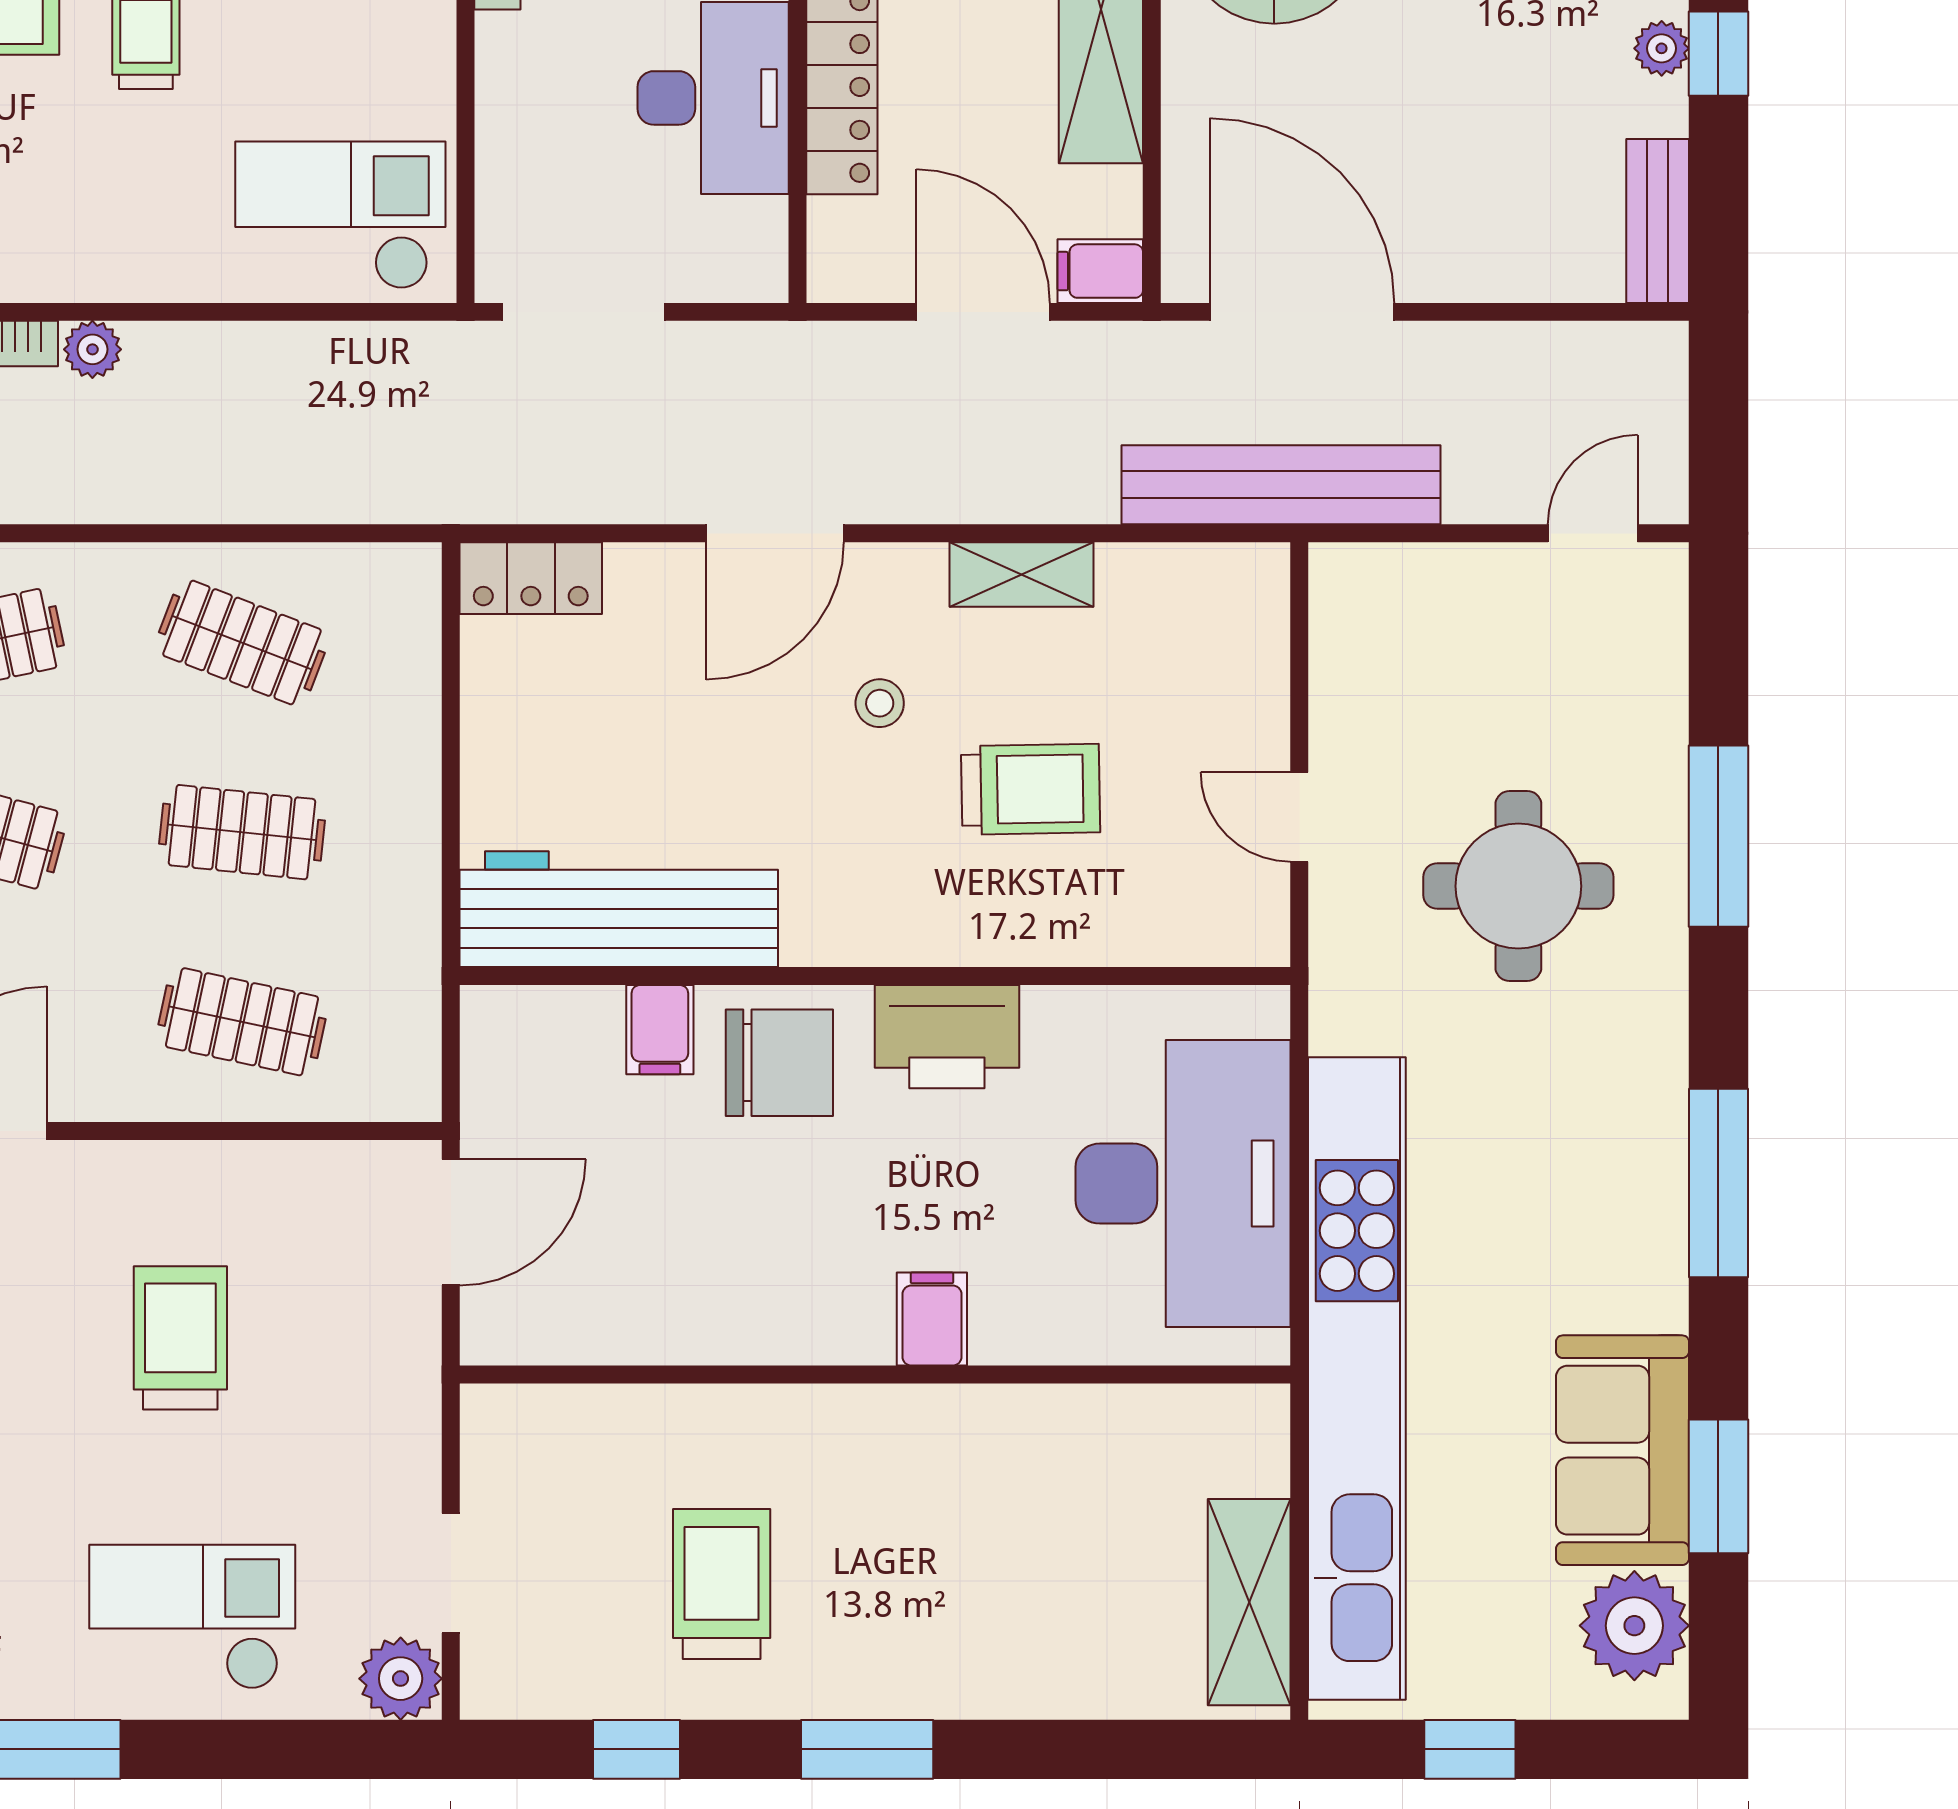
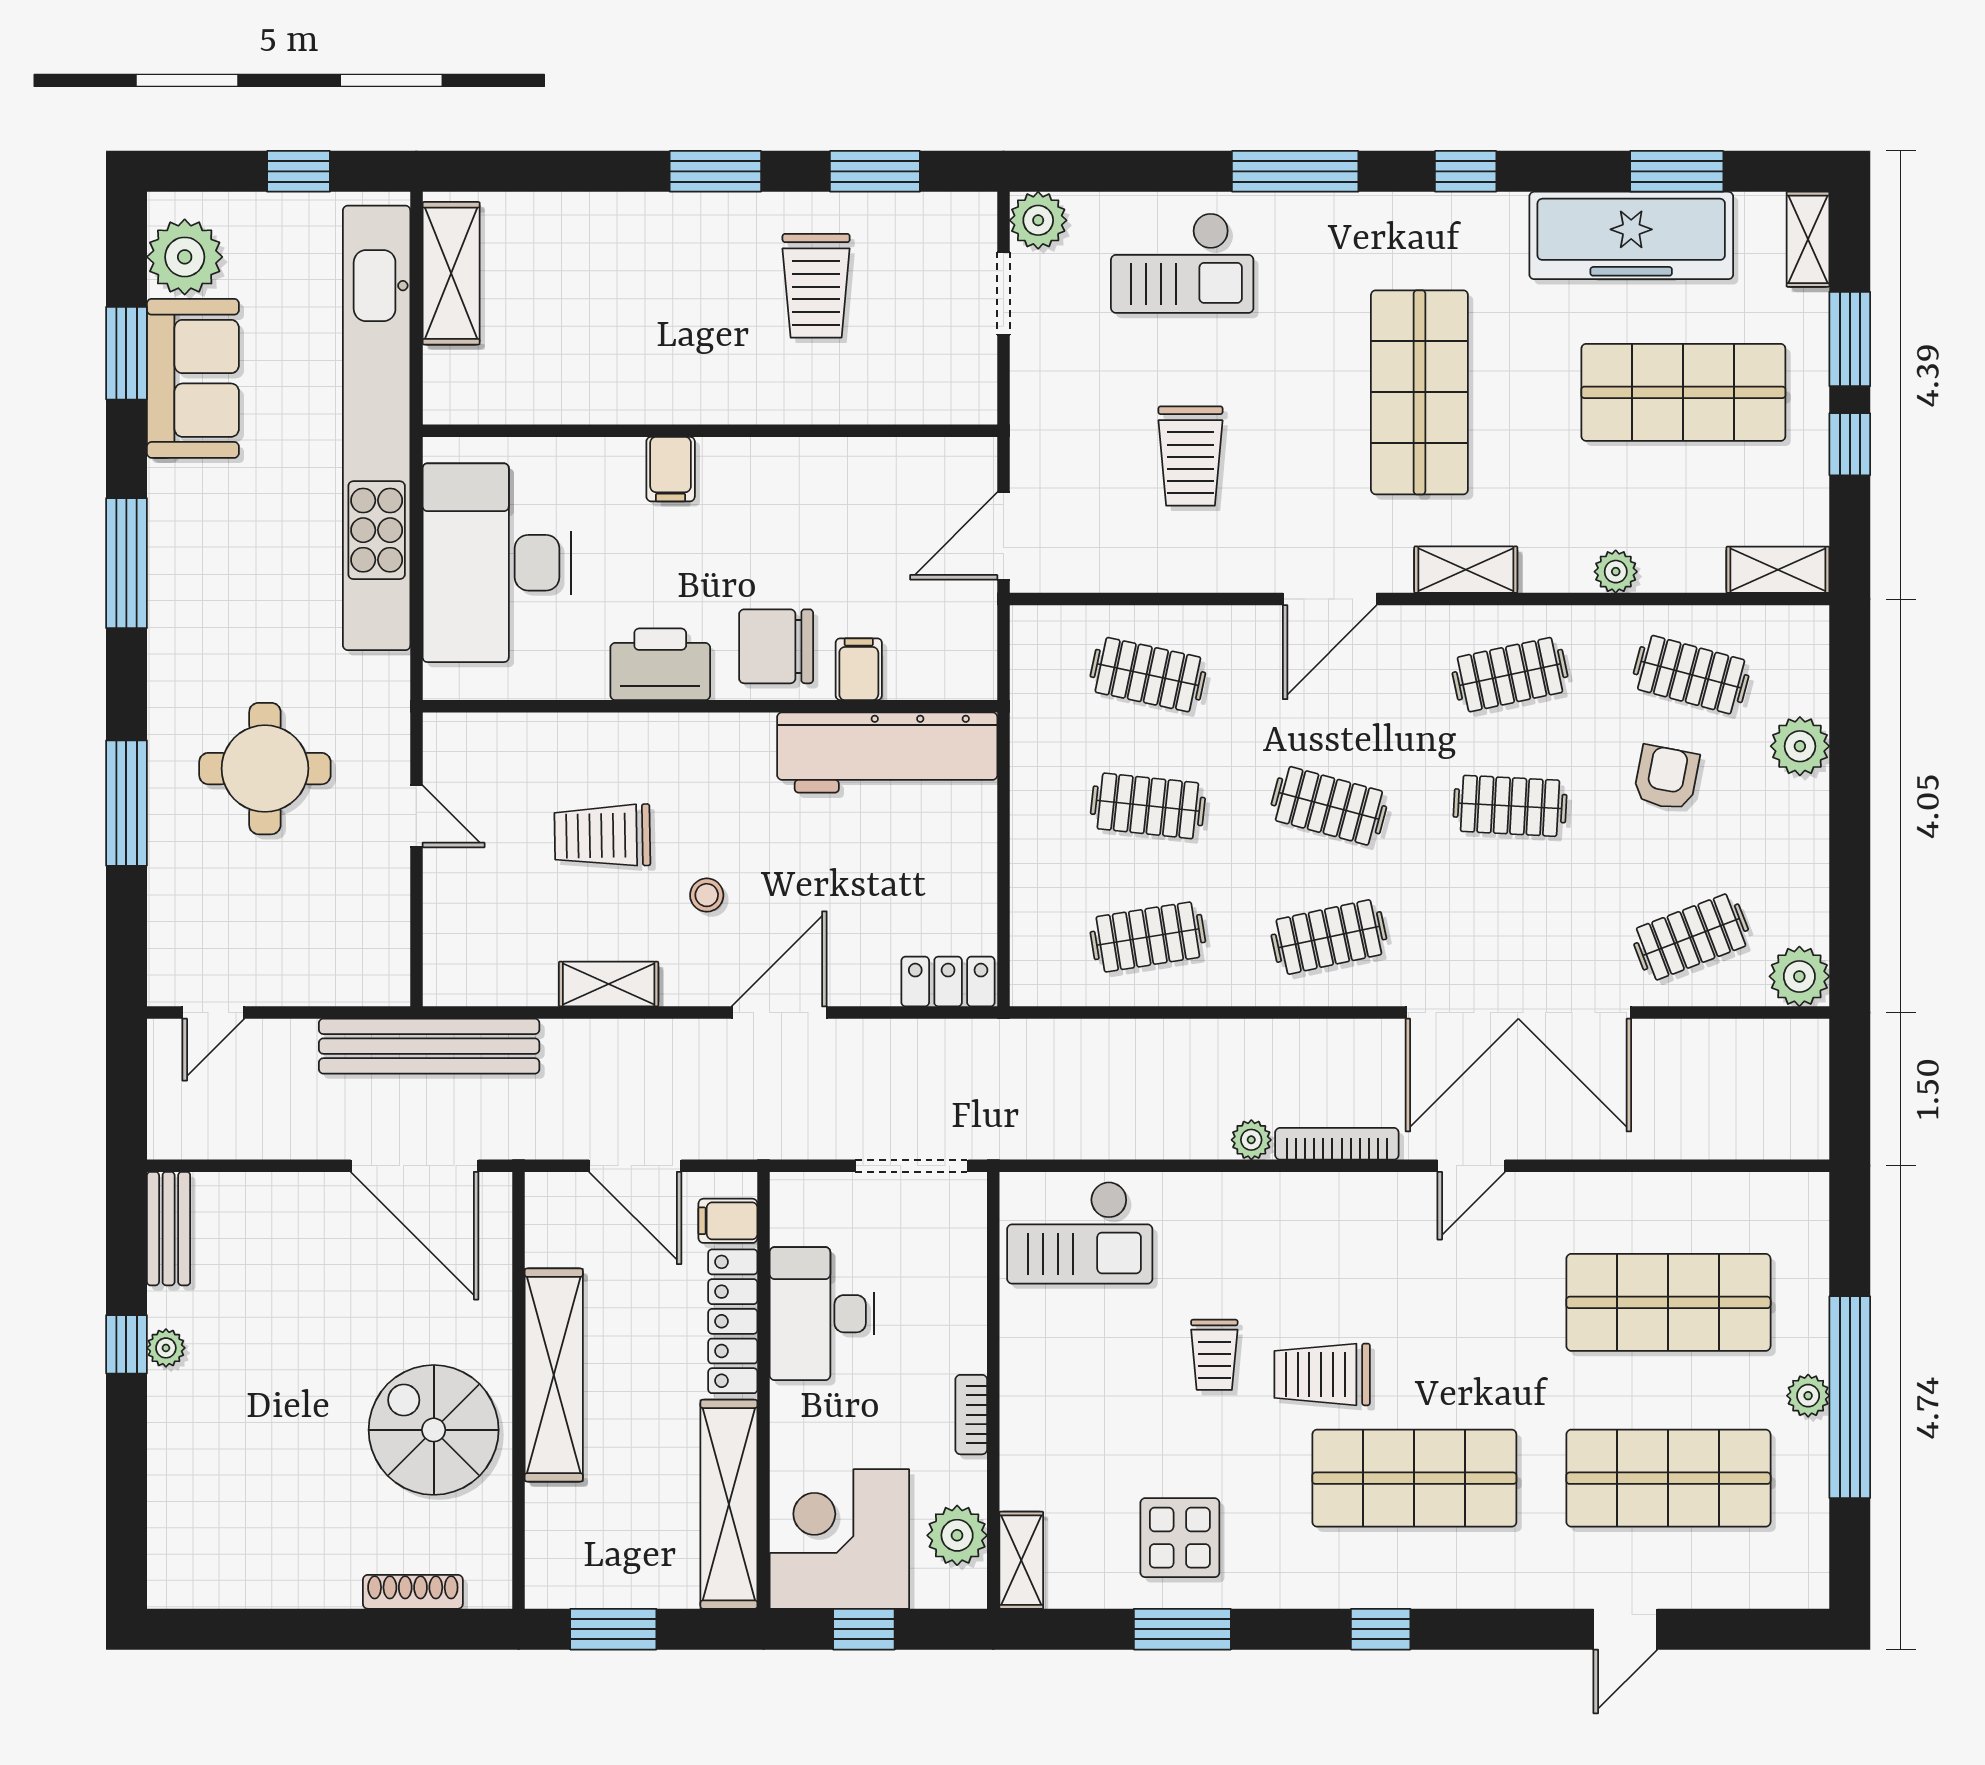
filing cabinet: (1100, 271) -> (728, 1221), moved, turned 180
clothes rail: (242, 642) -> (1148, 937), turned -30
window: (636, 1749) -> (875, 171), width x1.50

